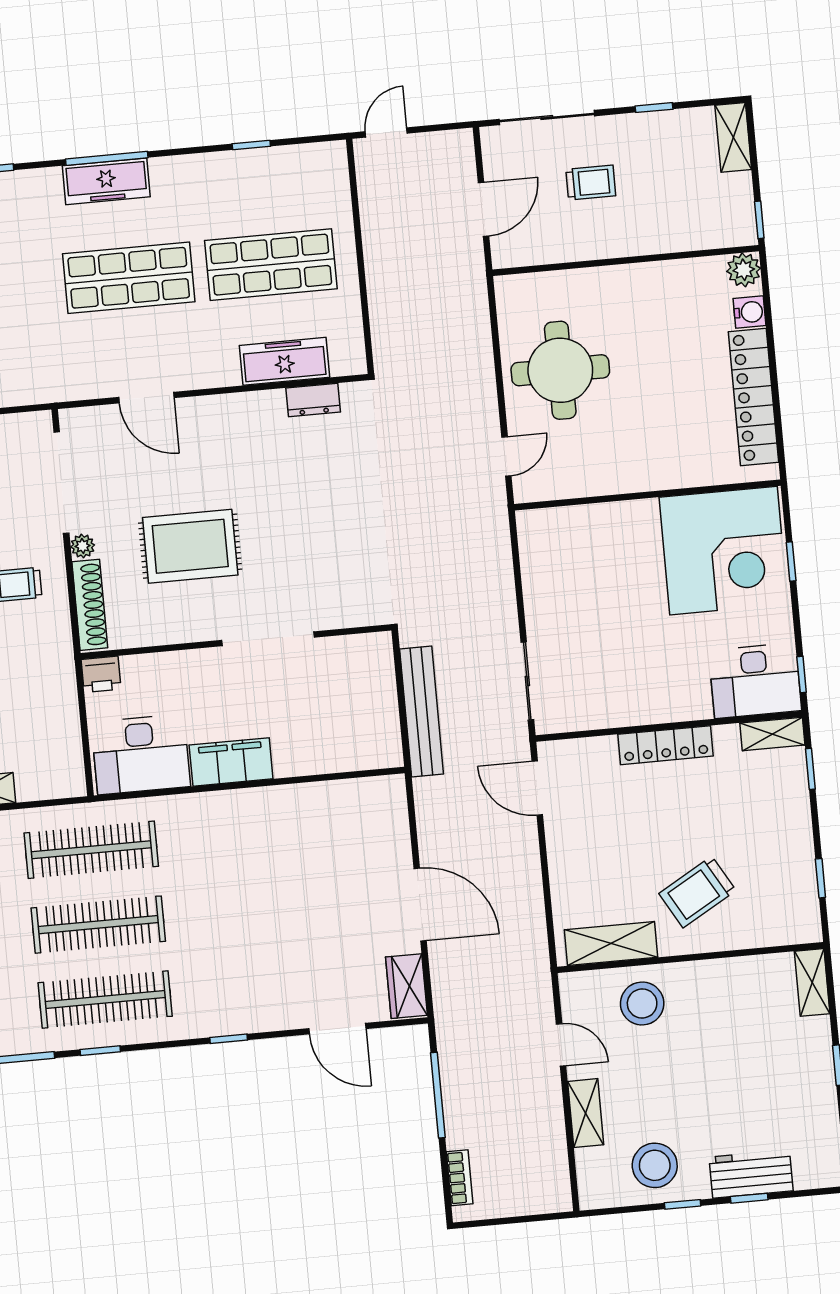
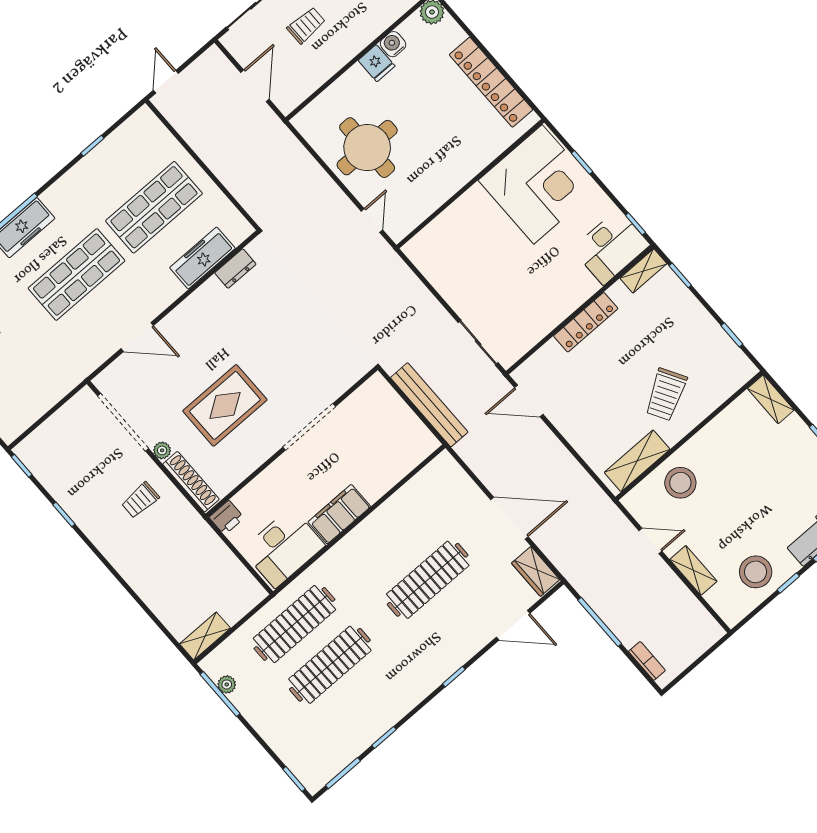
fridge: (640, 283) -> (377, 63), added
water cooler: (750, 312) -> (393, 44), moved, turned -90
clothes rail: (105, 999) -> (428, 580), moved

